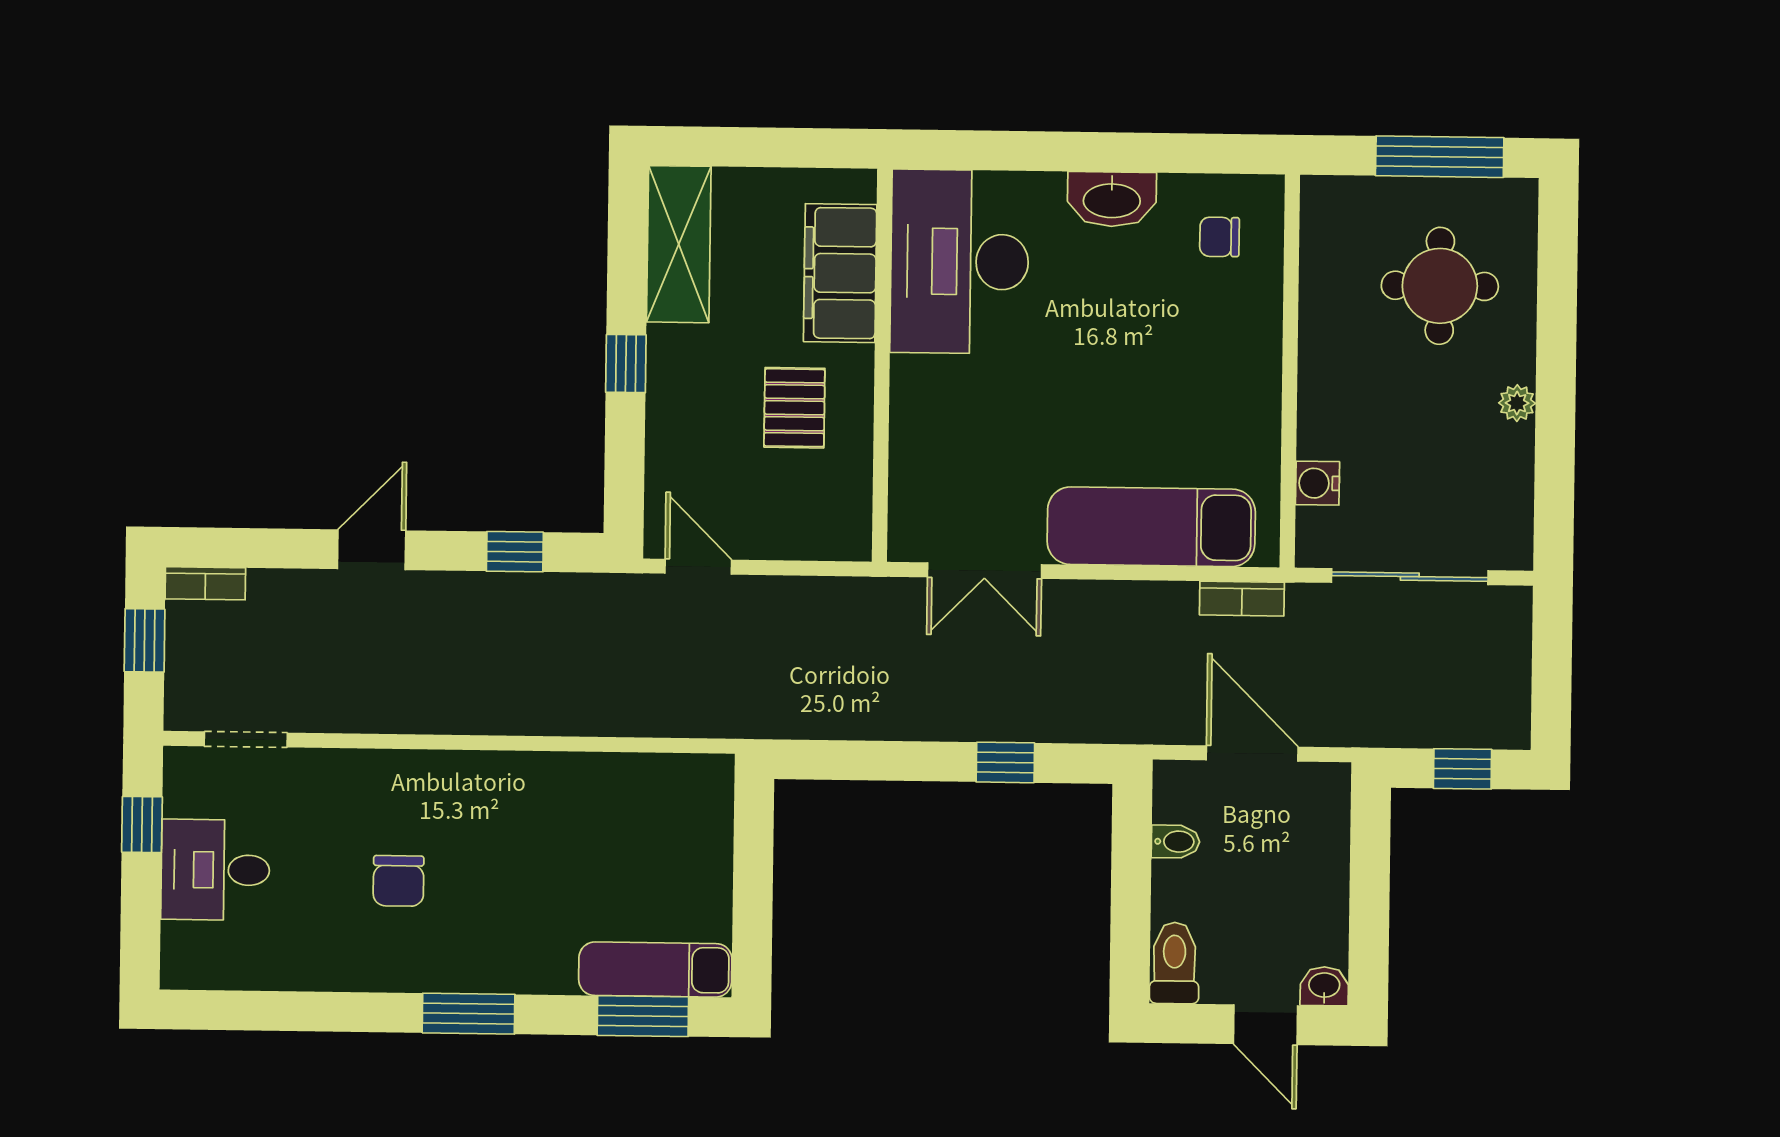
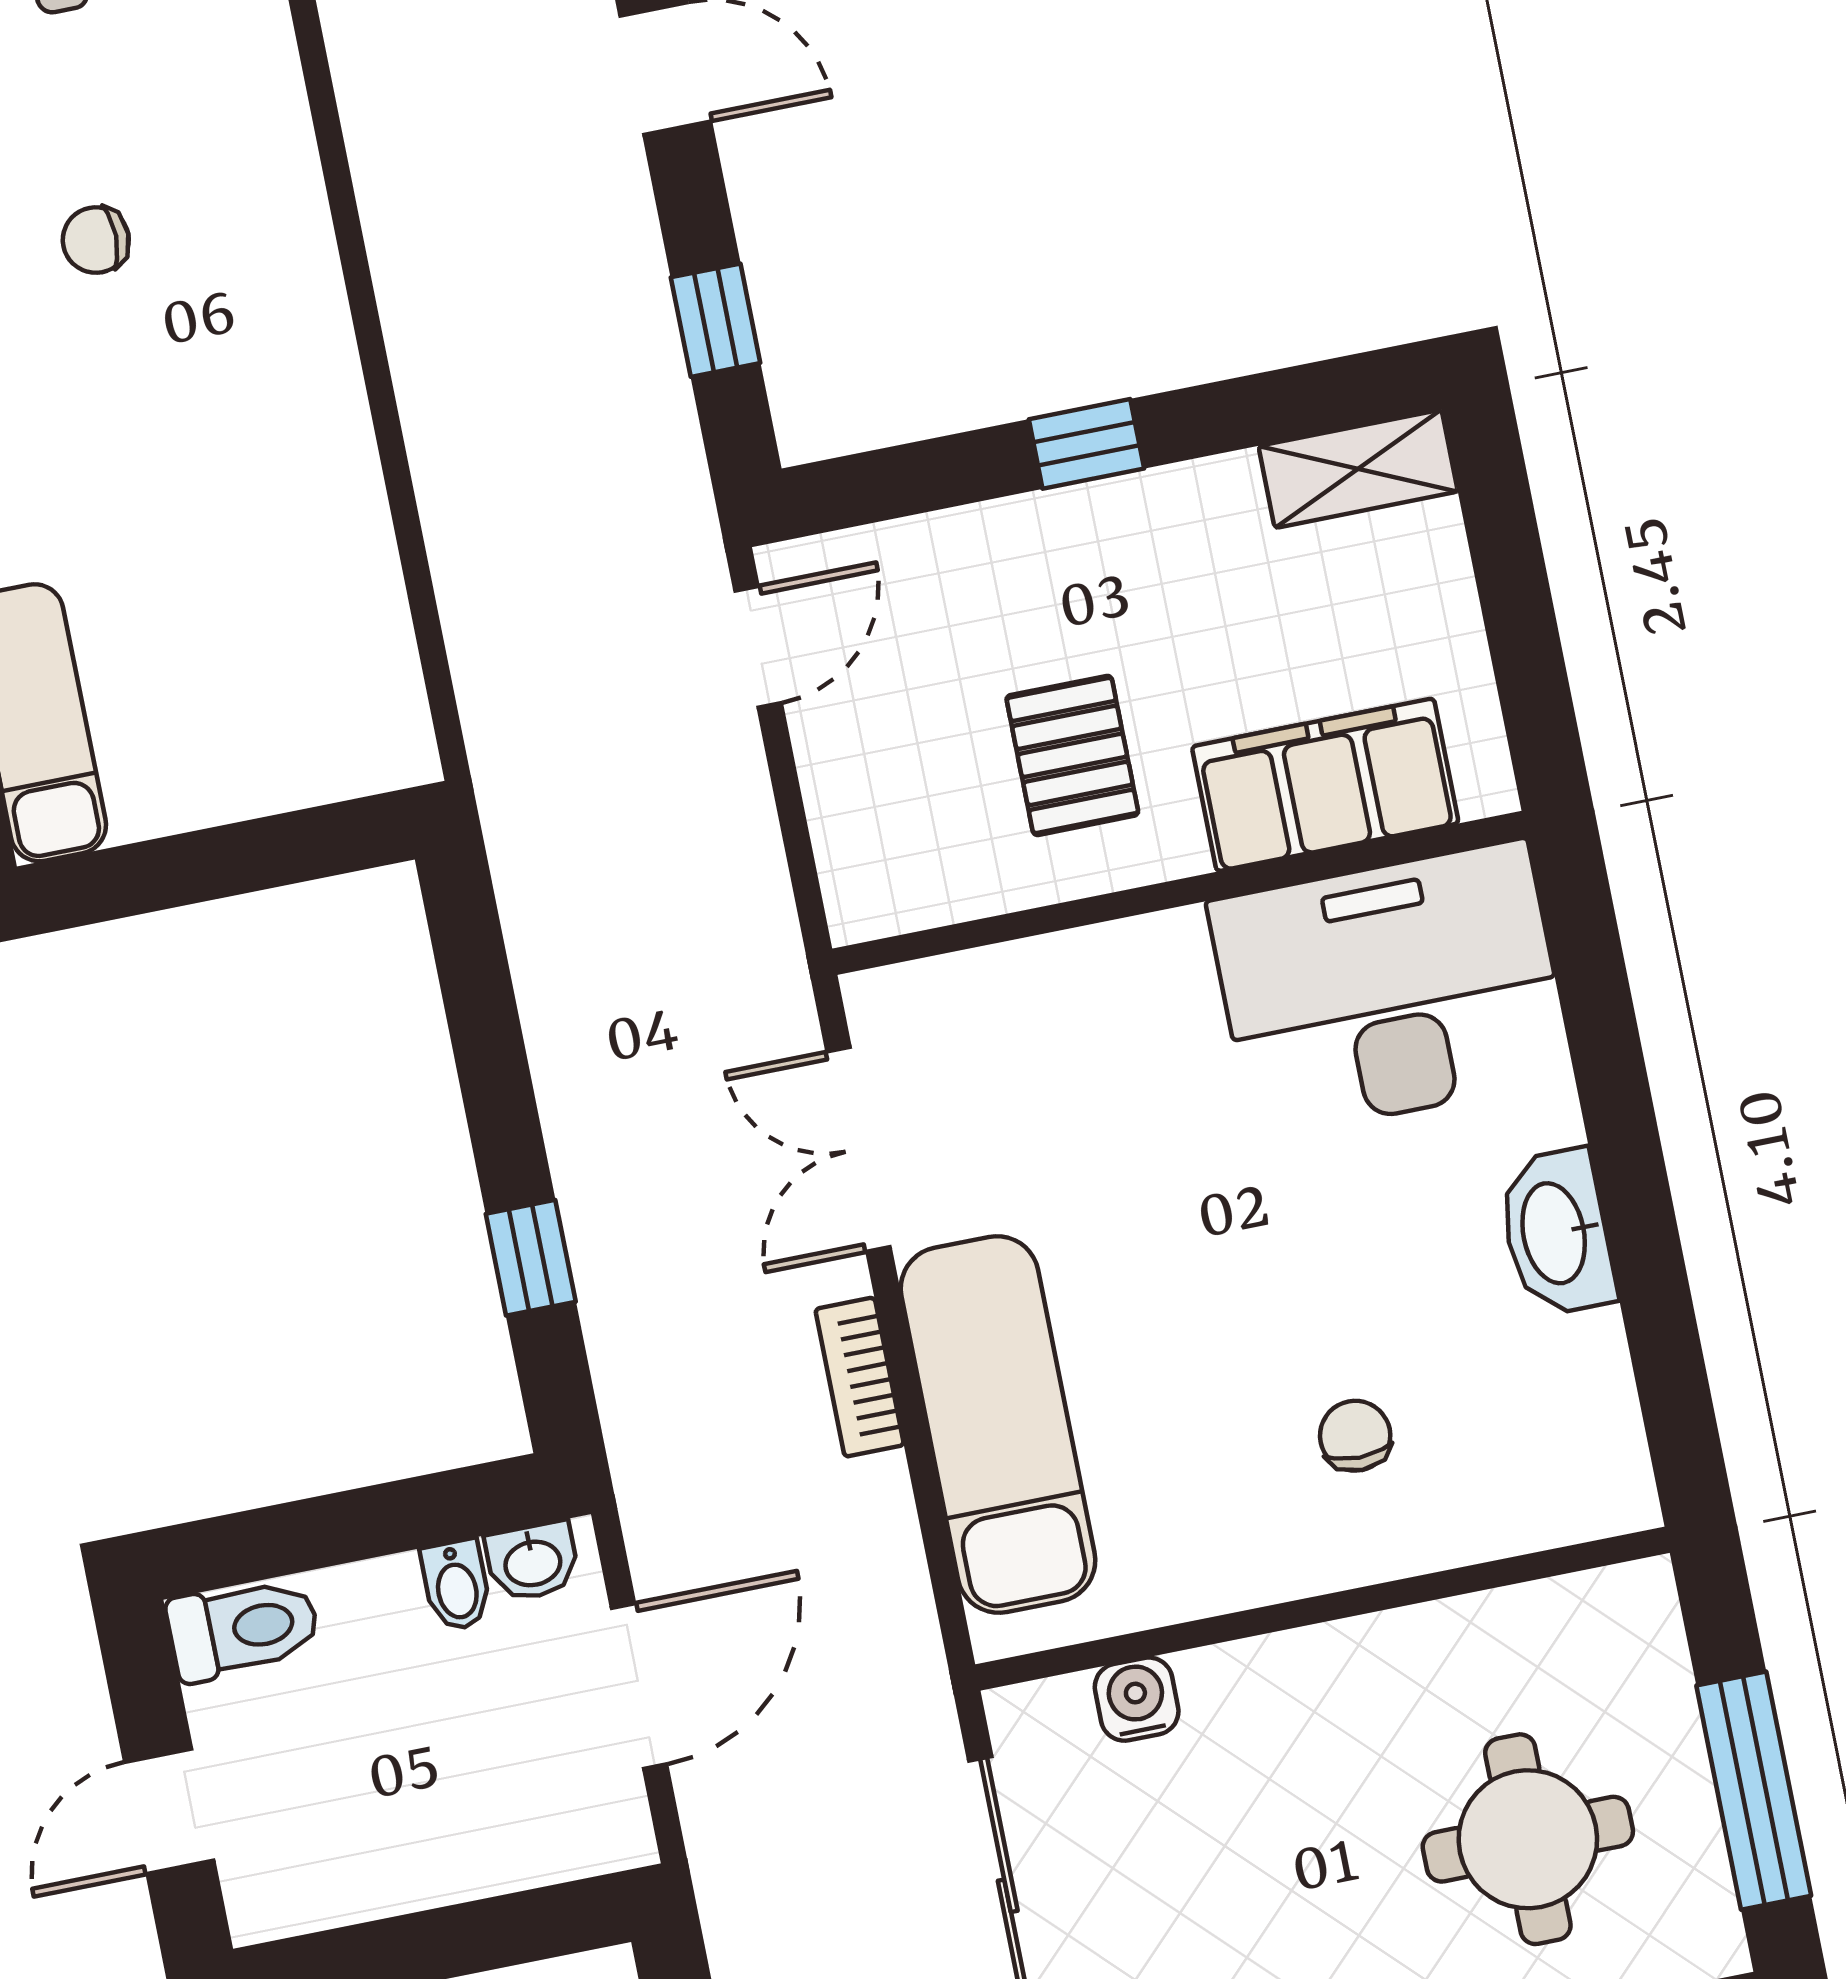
chair: (1219, 237) -> (1355, 1436), moved
shelving: (679, 244) -> (1358, 469), width x0.67, depth x0.75
pallet: (794, 408) -> (1072, 755), turned 90
bookcase: (1242, 599) -> (860, 1377), moved
chair: (398, 881) -> (96, 240), width x0.73, depth x0.73
washbasin: (1324, 986) -> (532, 1561), moved, turned 90

